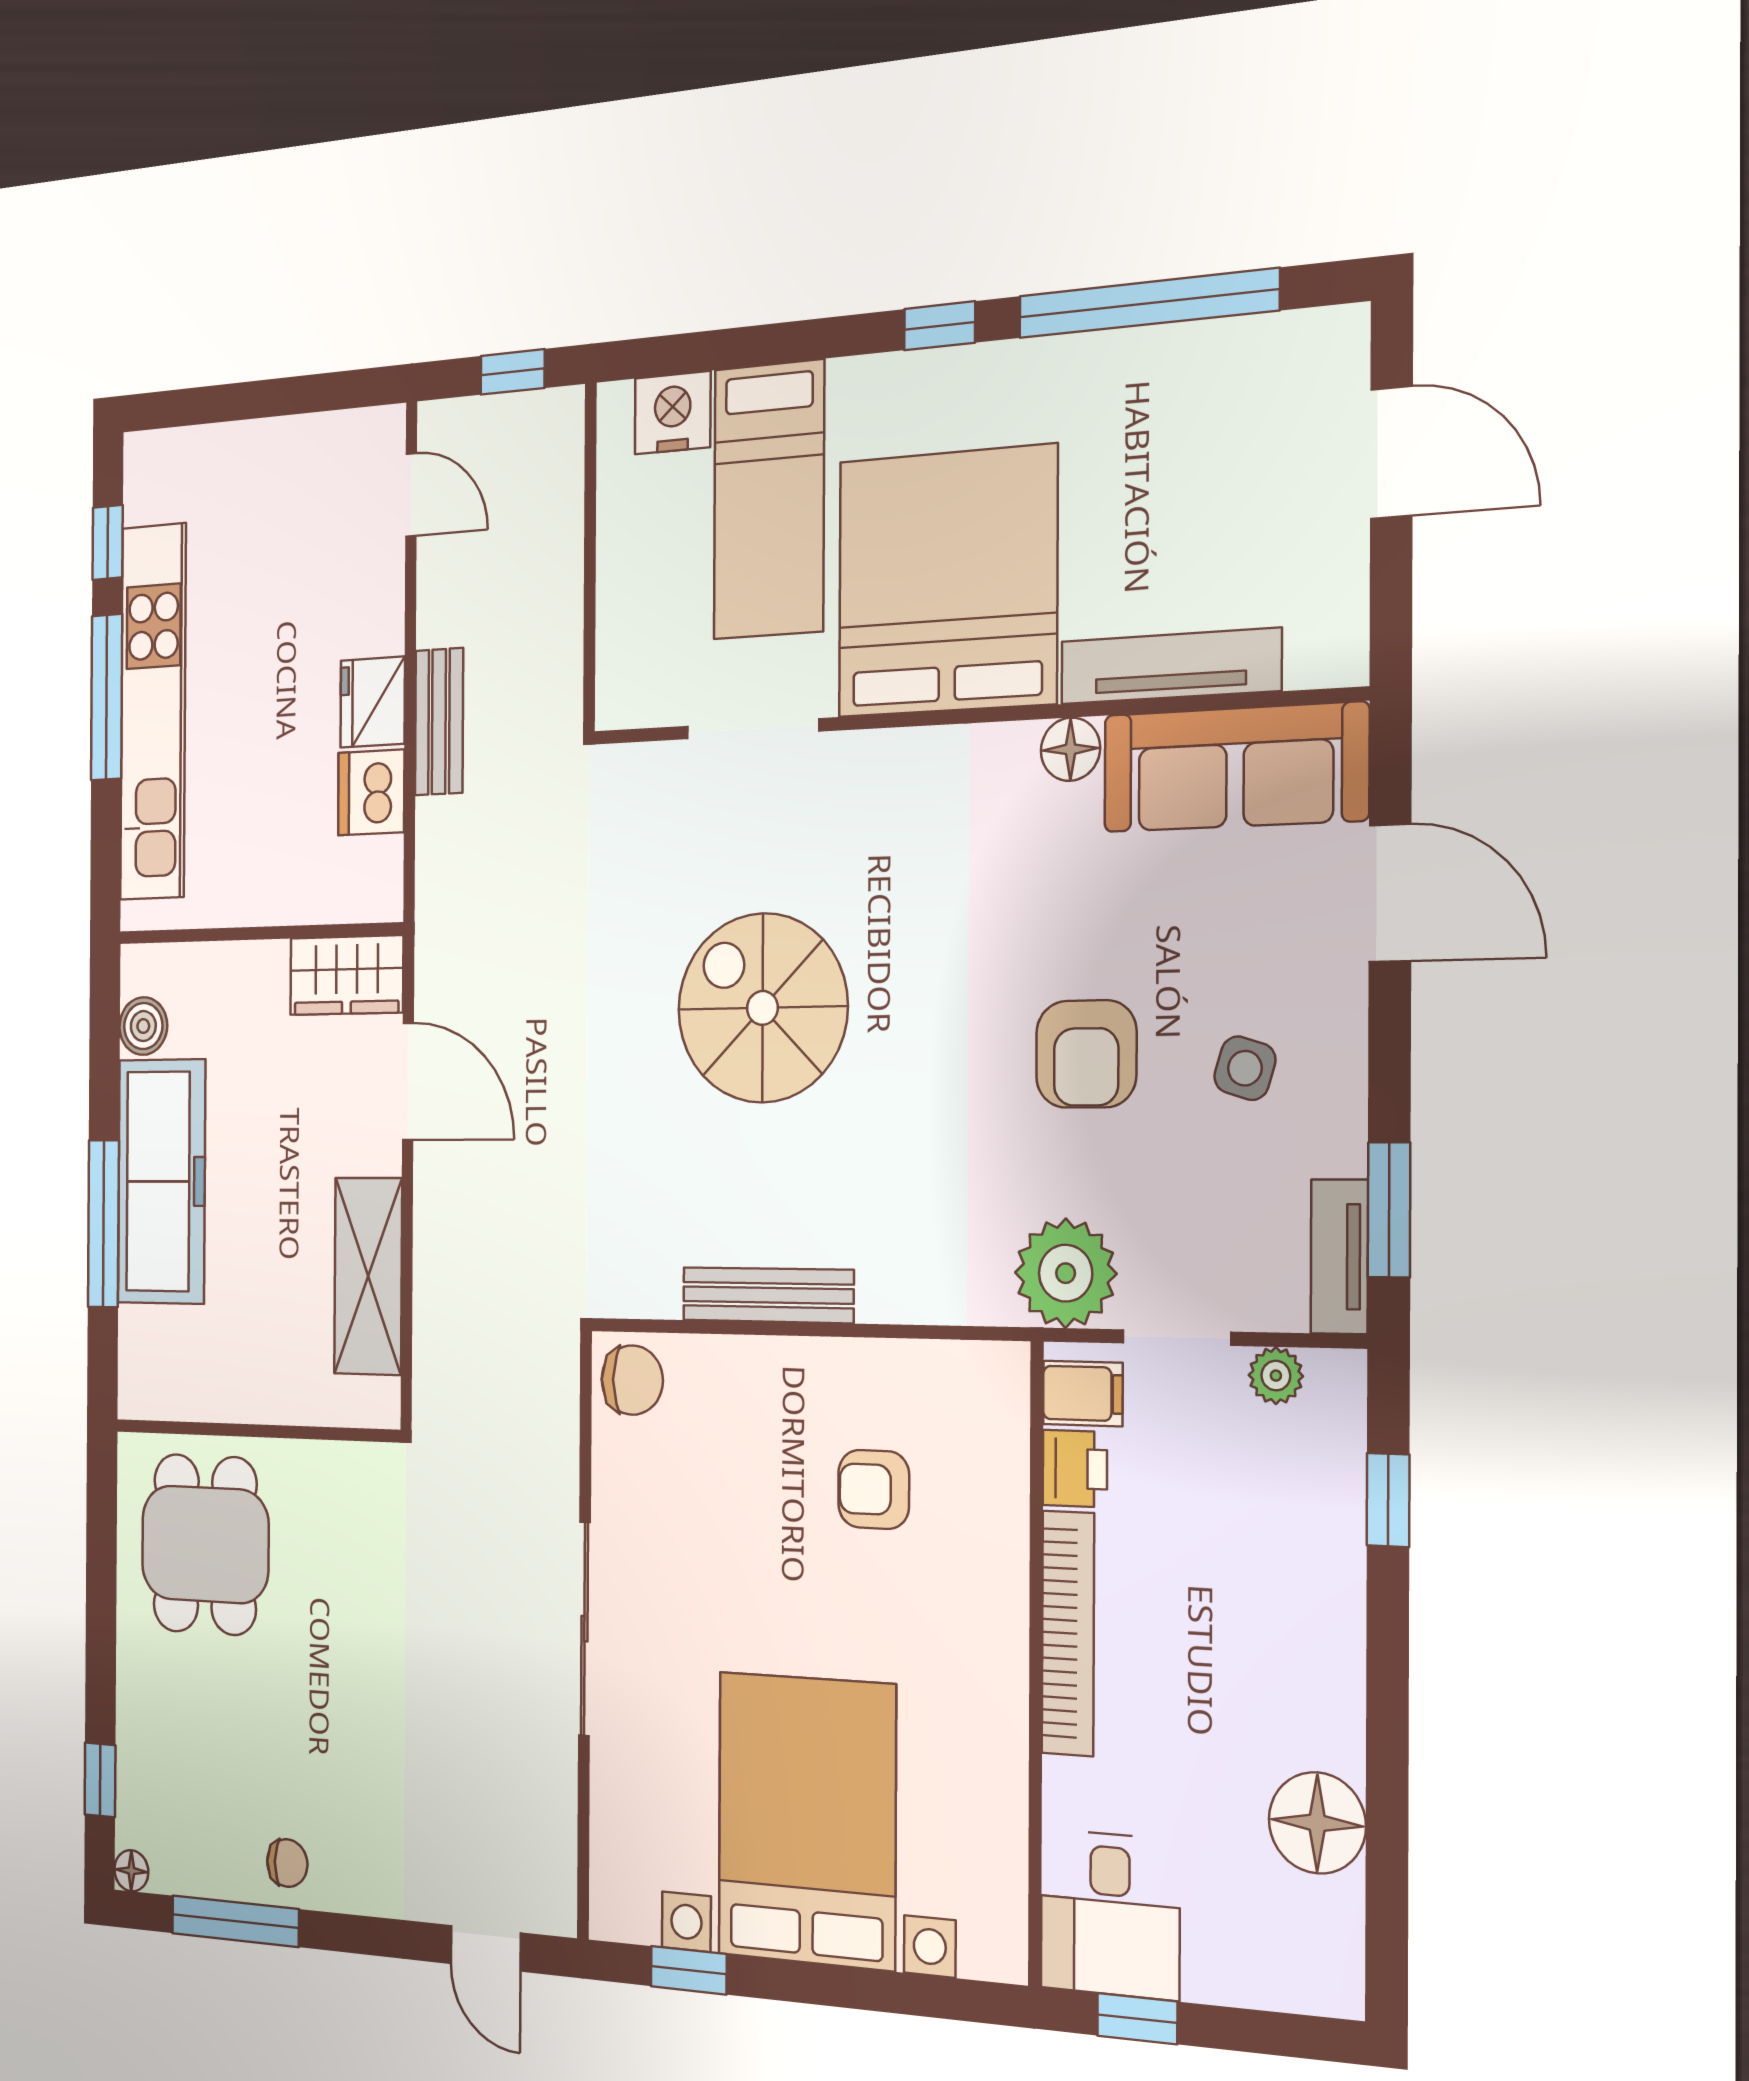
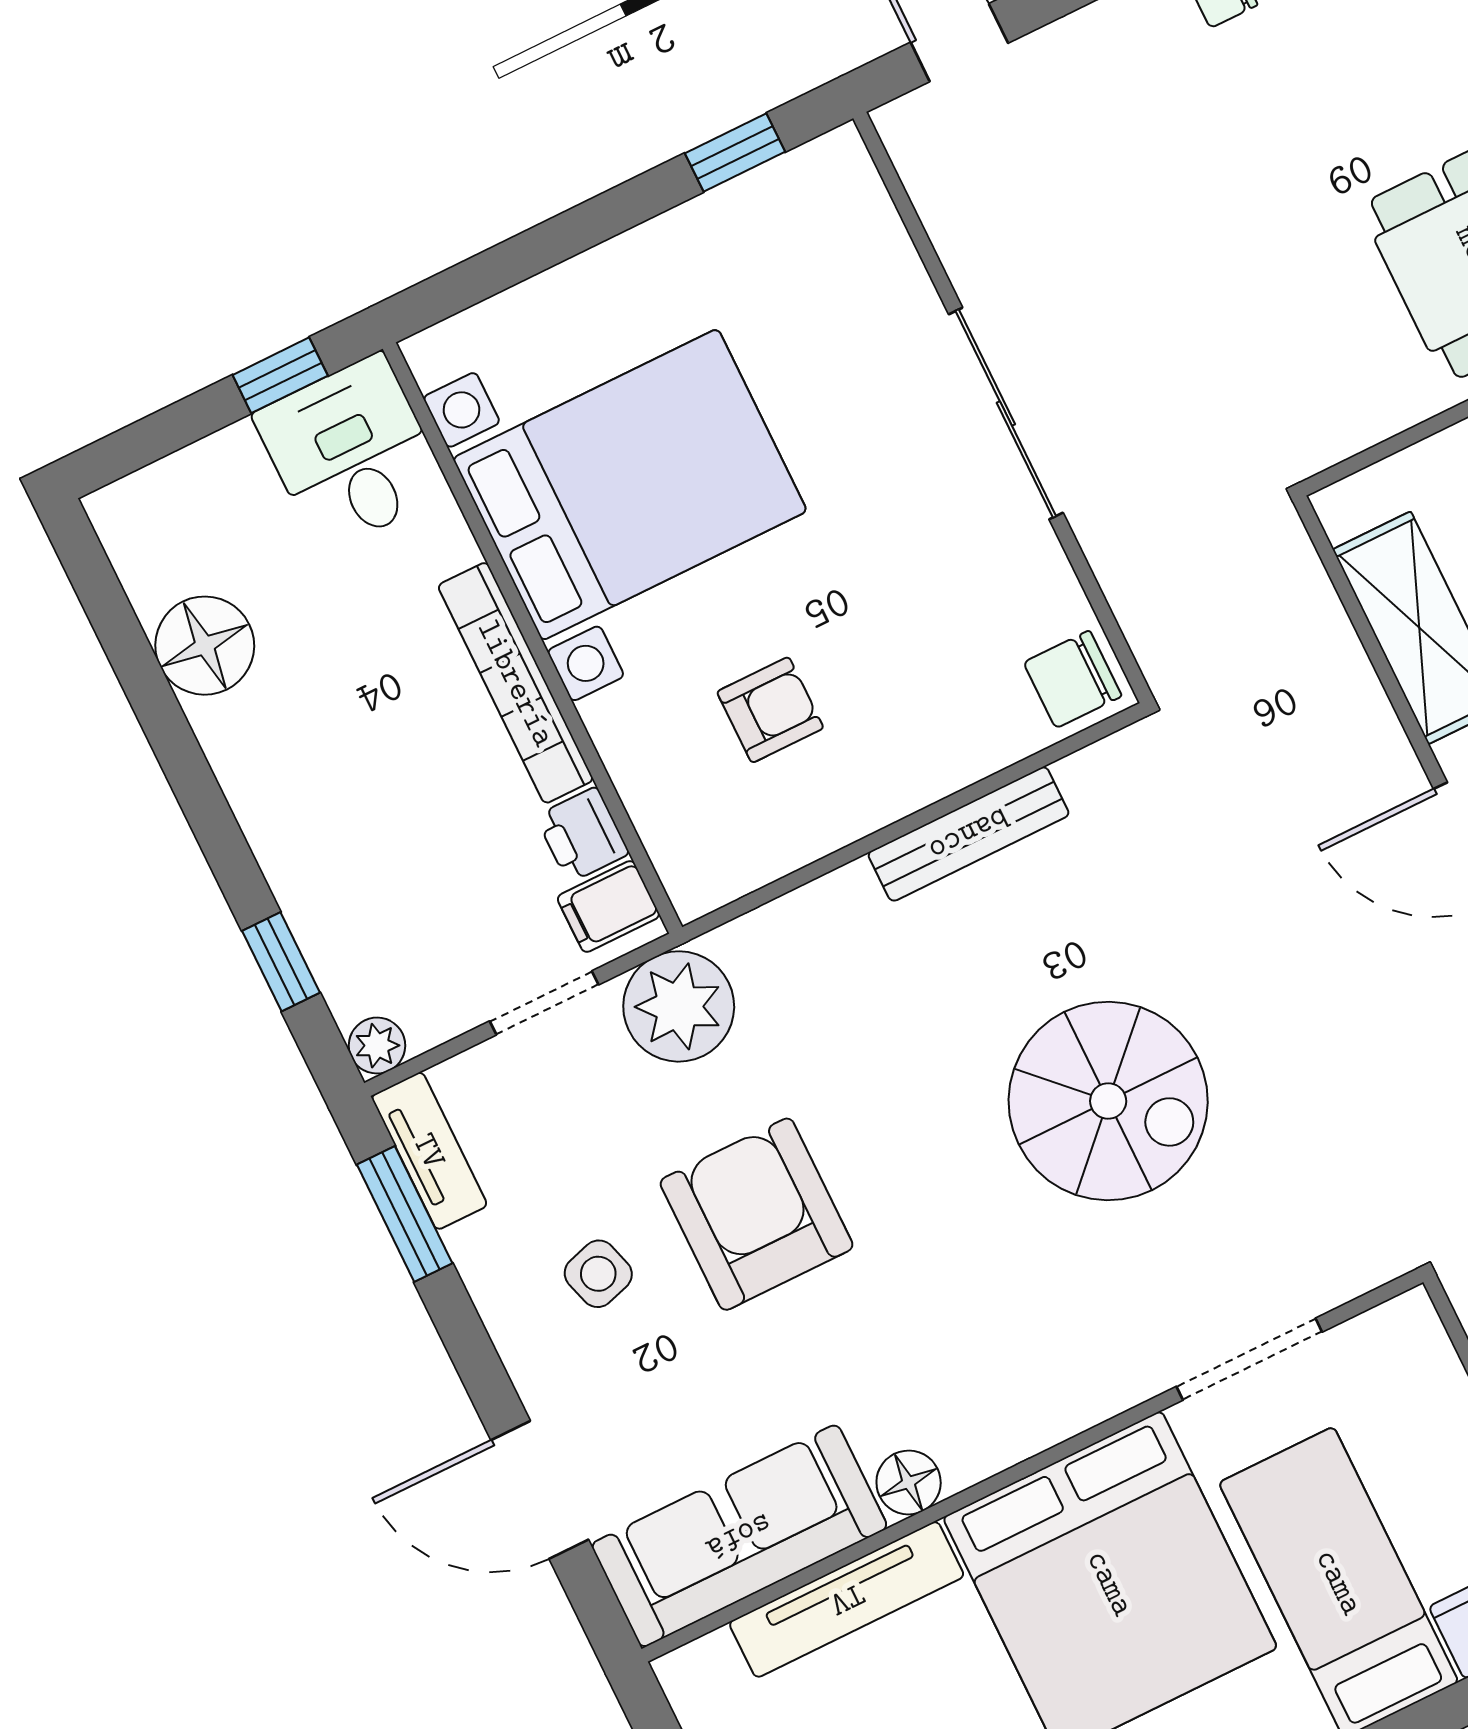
armchair: (1086, 1054) -> (757, 1214), width x1.36, depth x1.36
side table: (1245, 1068) -> (598, 1274), turned -34
plant: (1276, 1376) -> (377, 1046), moved
bed with nightstands: (807, 1820) -> (630, 485), moved, turned -90

